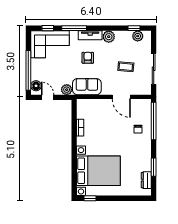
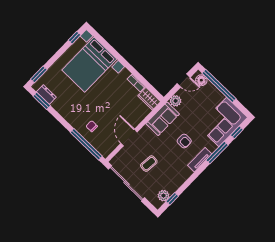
plant: (109, 37) -> (185, 173), removed
sliding door: (154, 69) -> (127, 183), width x1.36
door: (121, 97) -> (129, 138), hinge flipped
wardrobe: (82, 109) -> (149, 99), added
window: (154, 167) -> (42, 101), moved
window: (138, 198) -> (39, 74), added

